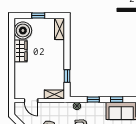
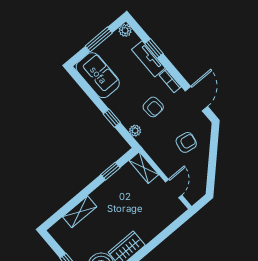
shelving: (60, 29) -> (80, 212), moved
window: (117, 100) -> (89, 91), removed

